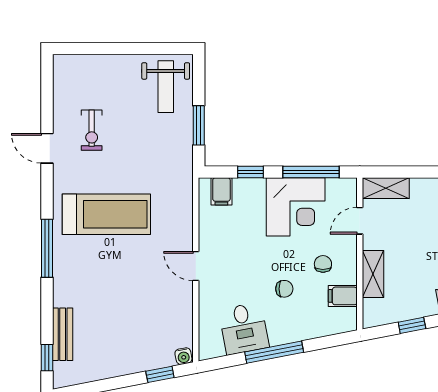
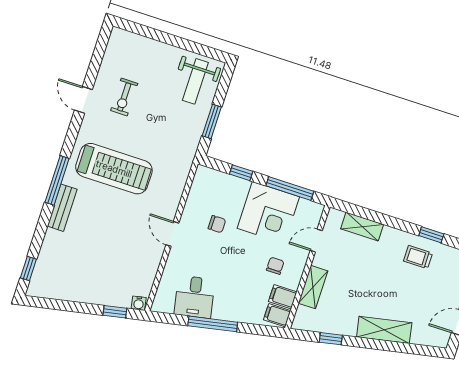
shelving: (386, 188) -> (362, 227), moved
filing cabinet: (221, 191) -> (277, 315), moved, turned 90
chair: (284, 289) -> (217, 224), moved
bench: (63, 334) -> (62, 208), moved

